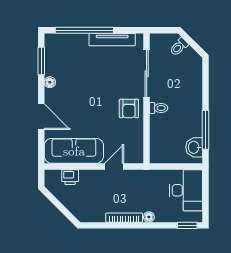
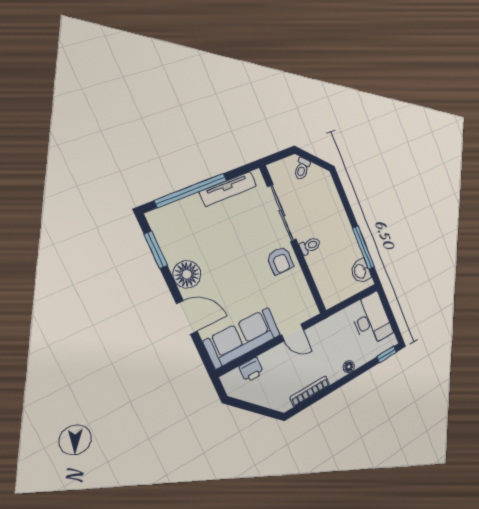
floor lamp: (50, 82) -> (187, 274), width x1.89, depth x1.89
door: (114, 167) -> (293, 332), swing flipped
bookcase: (124, 218) -> (310, 391), moved

